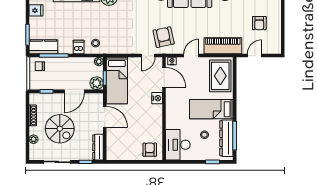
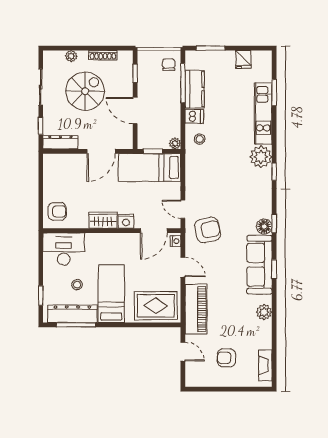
kitchen counter: (43, 47) -> (195, 89), moved
plant: (97, 83) -> (146, 140), removed
wardrobe: (156, 115) -> (103, 220), added
spiral stairs: (60, 129) -> (85, 91), turned 180

